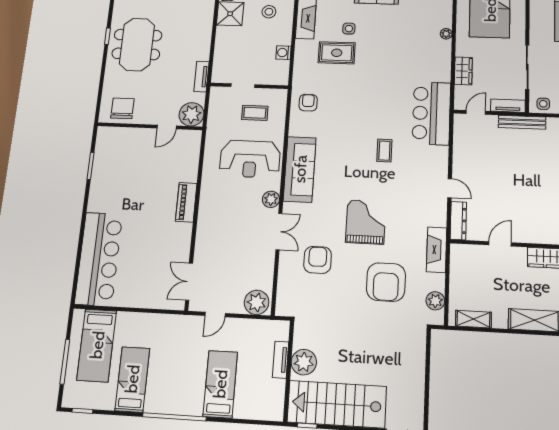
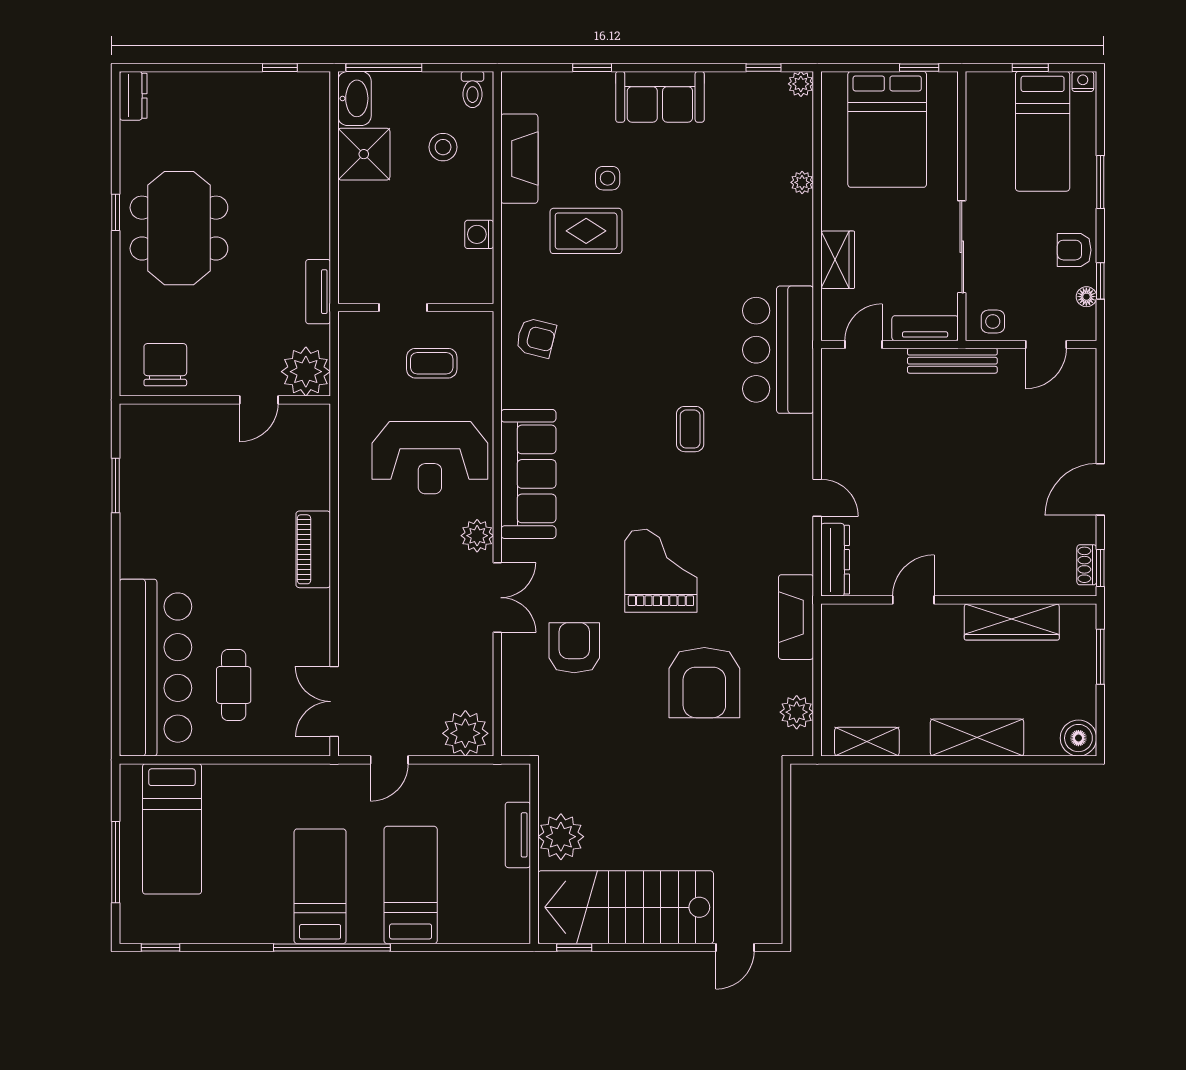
armchair: (308, 103) -> (536, 338), turned 104
cafe table: (138, 270) -> (234, 685), added
bed: (132, 379) -> (320, 886), moved

